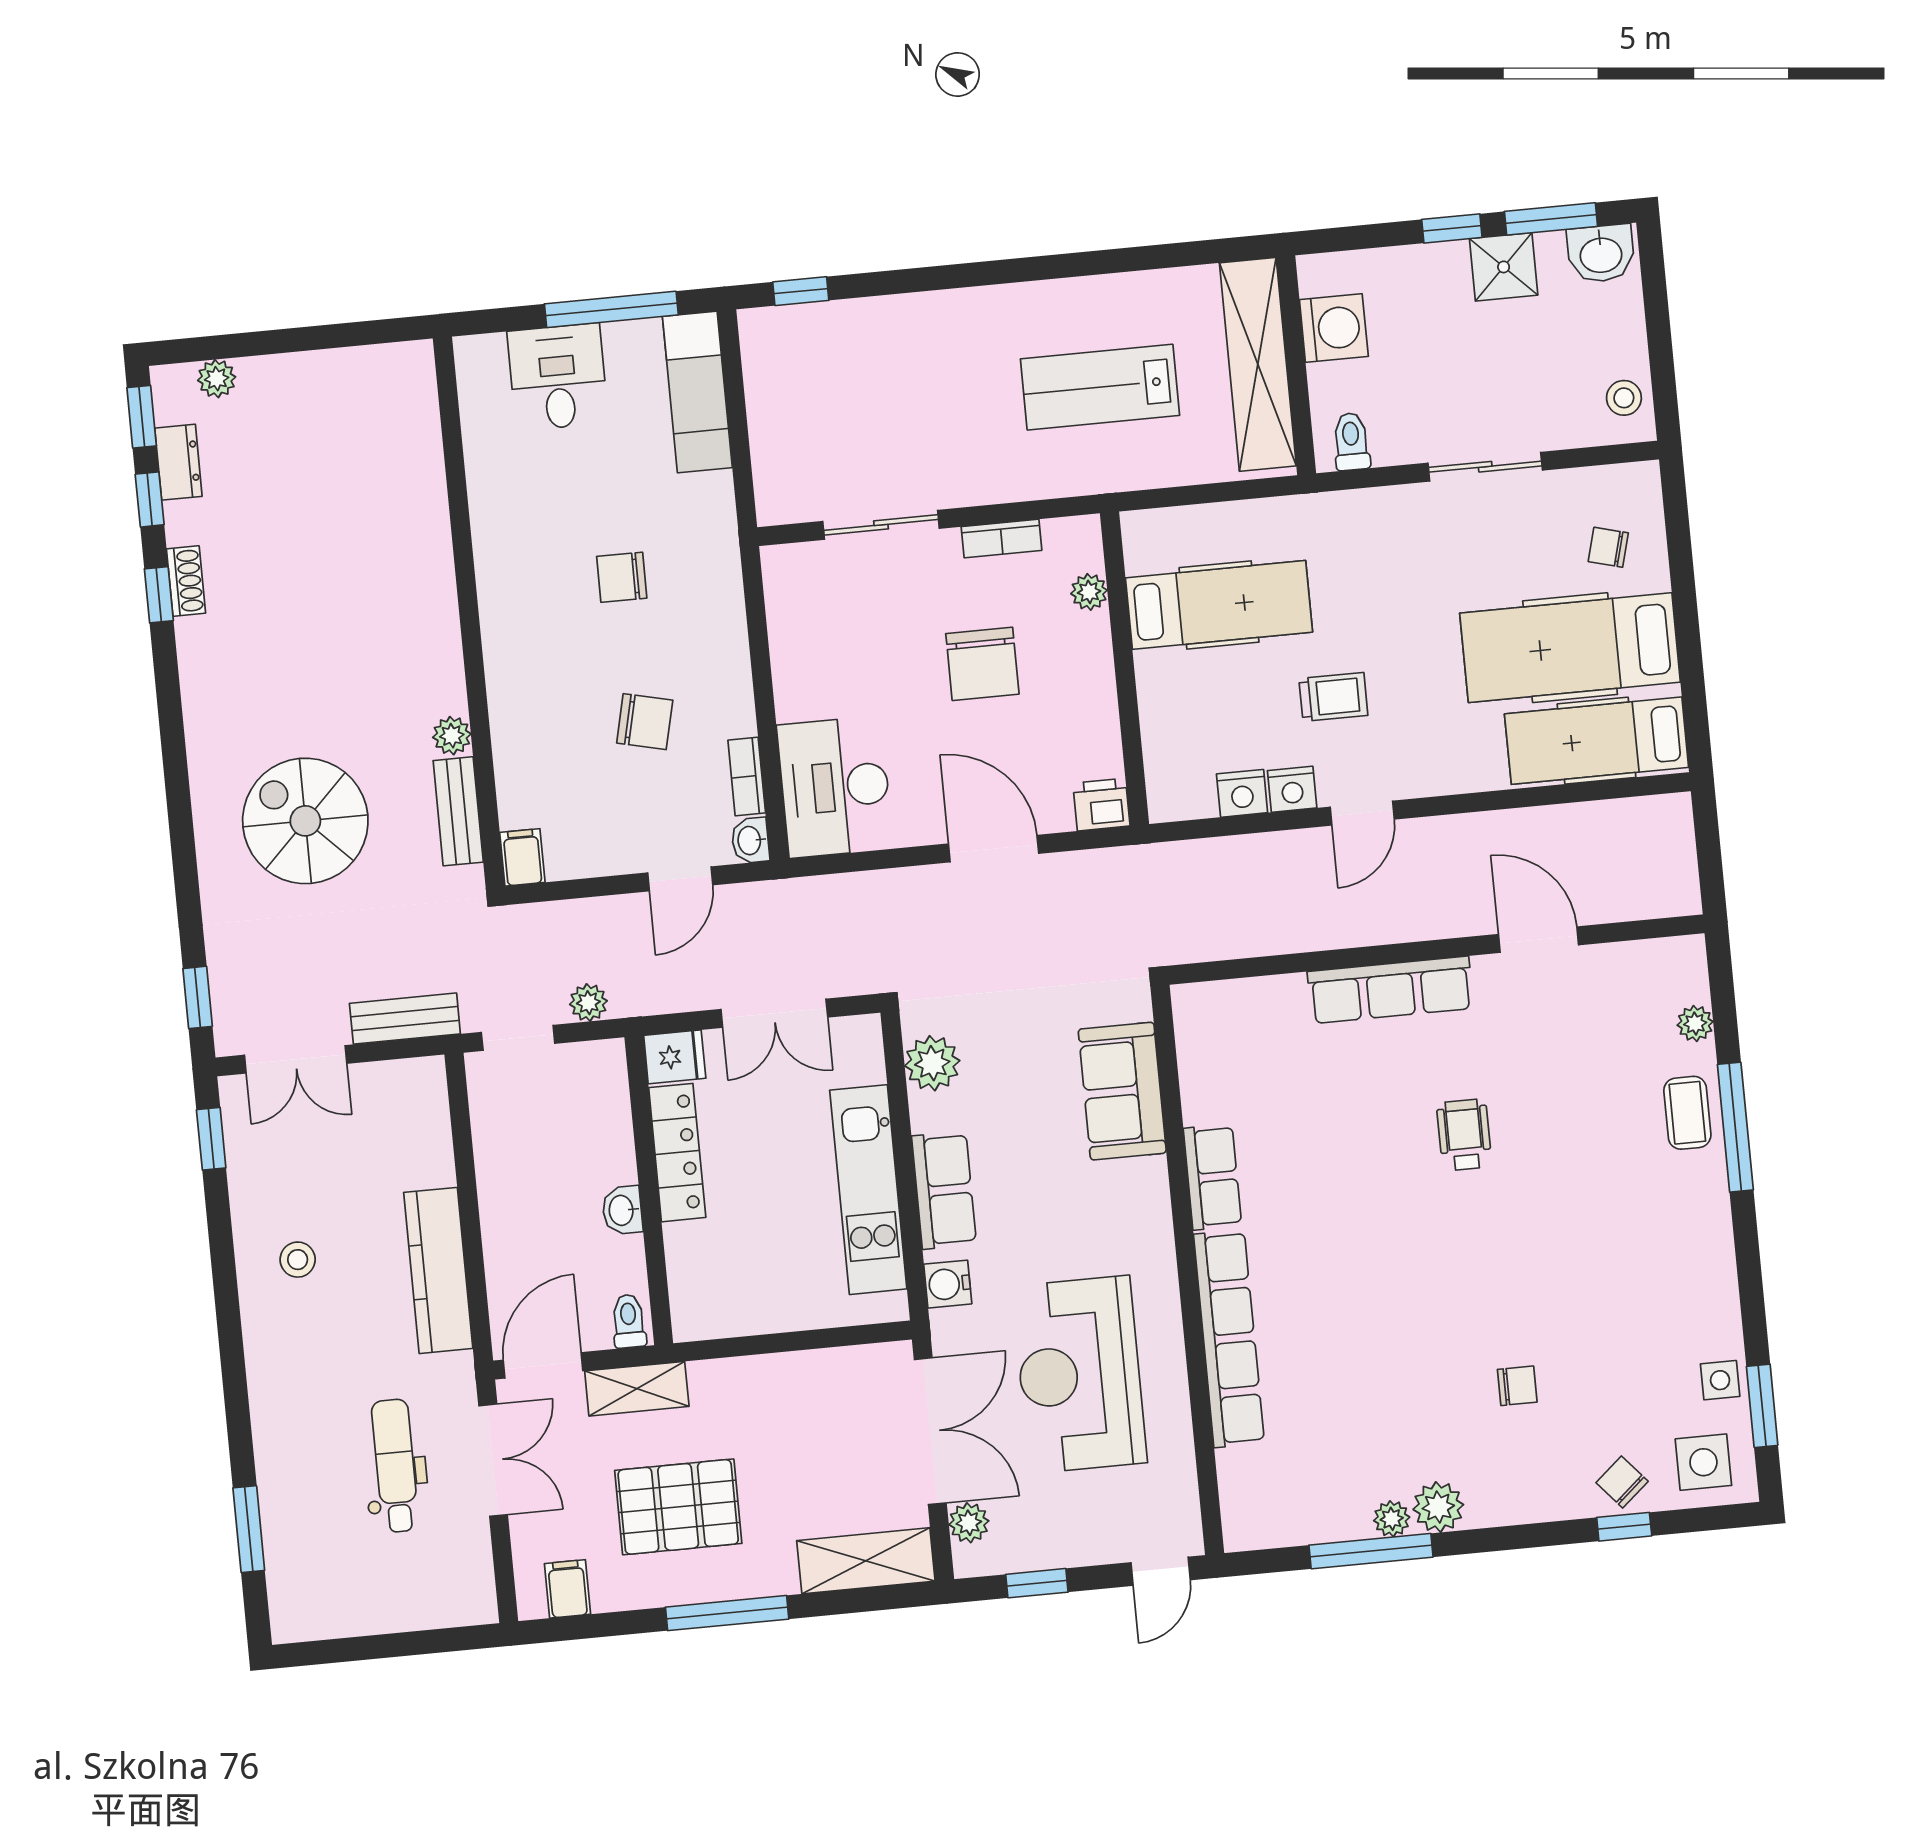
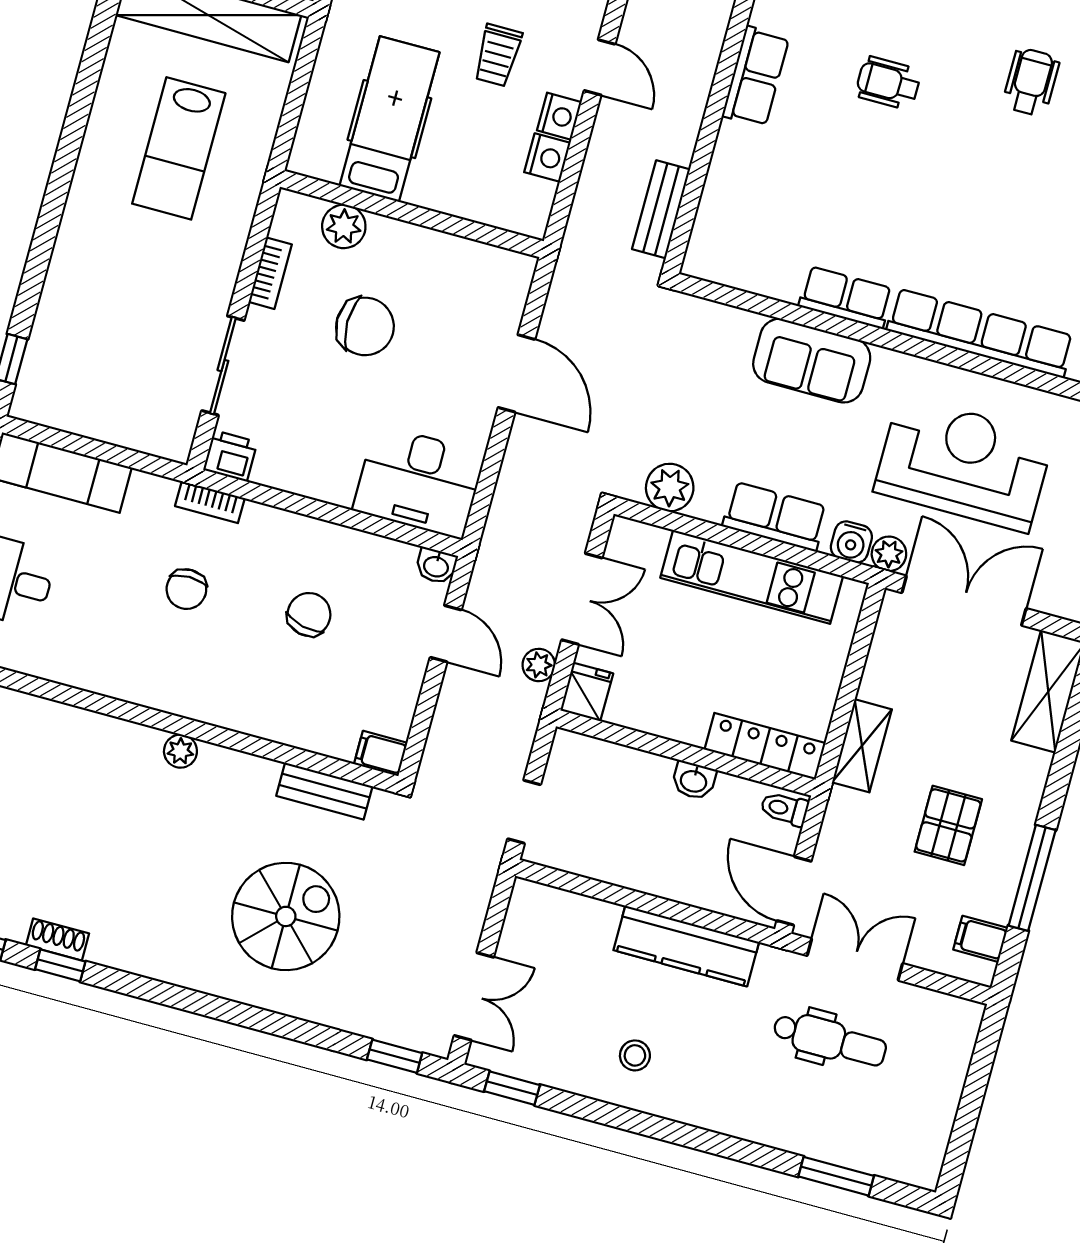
plant: (1089, 592) -> (344, 226), width x1.38, depth x1.38
trolley: (1333, 697) -> (498, 55), turned 180
plant: (452, 736) -> (180, 751), moved
bookcase: (747, 777) -> (210, 502), moved
printer: (1101, 805) -> (230, 456), moved, turned 90
spiral stairs: (305, 821) -> (286, 916), turned 180
door: (994, 849) -> (516, 373), swing flipped
row of seats: (1390, 990) -> (756, 77), width x0.68
plant: (588, 1003) -> (539, 665), moved
bench: (405, 1019) -> (661, 209), moved
sofa: (1122, 1091) -> (812, 361), moved
locker: (677, 1153) -> (765, 746), moved
wheelchair: (1524, 1290) -> (1031, 82), added
reception desk: (1079, 1374) -> (964, 464), turned 180
shelving: (637, 1389) -> (862, 746), moved
dental chair: (395, 1466) -> (830, 1040), turned 180
pallet: (678, 1507) -> (948, 825), width x0.67, depth x0.71
plant: (969, 1523) -> (889, 554), moved
window: (727, 1613) -> (1032, 878), moved

